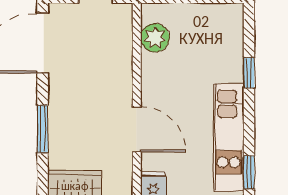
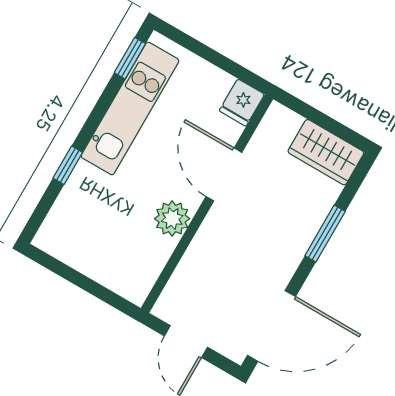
plant: (155, 38) -> (172, 219), moved

